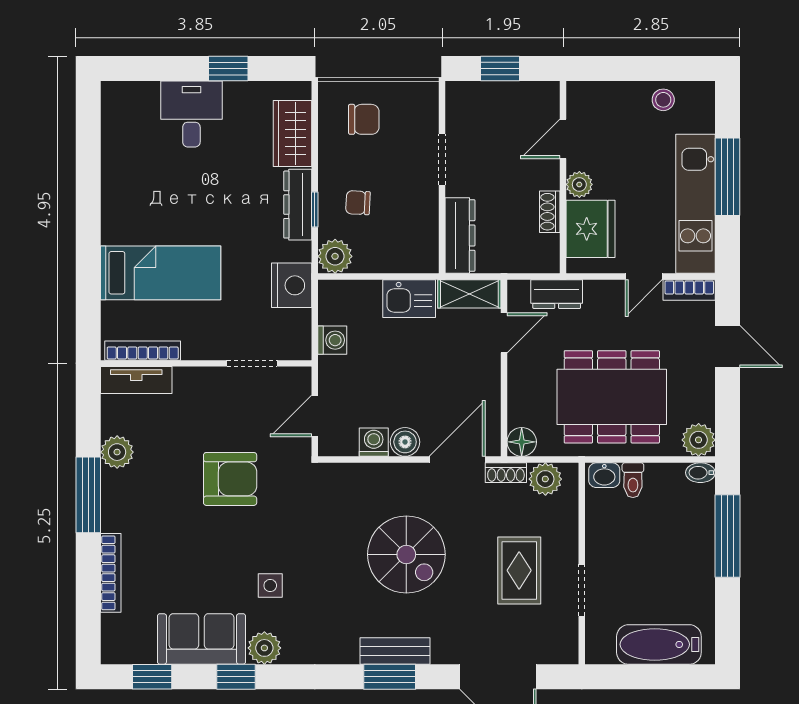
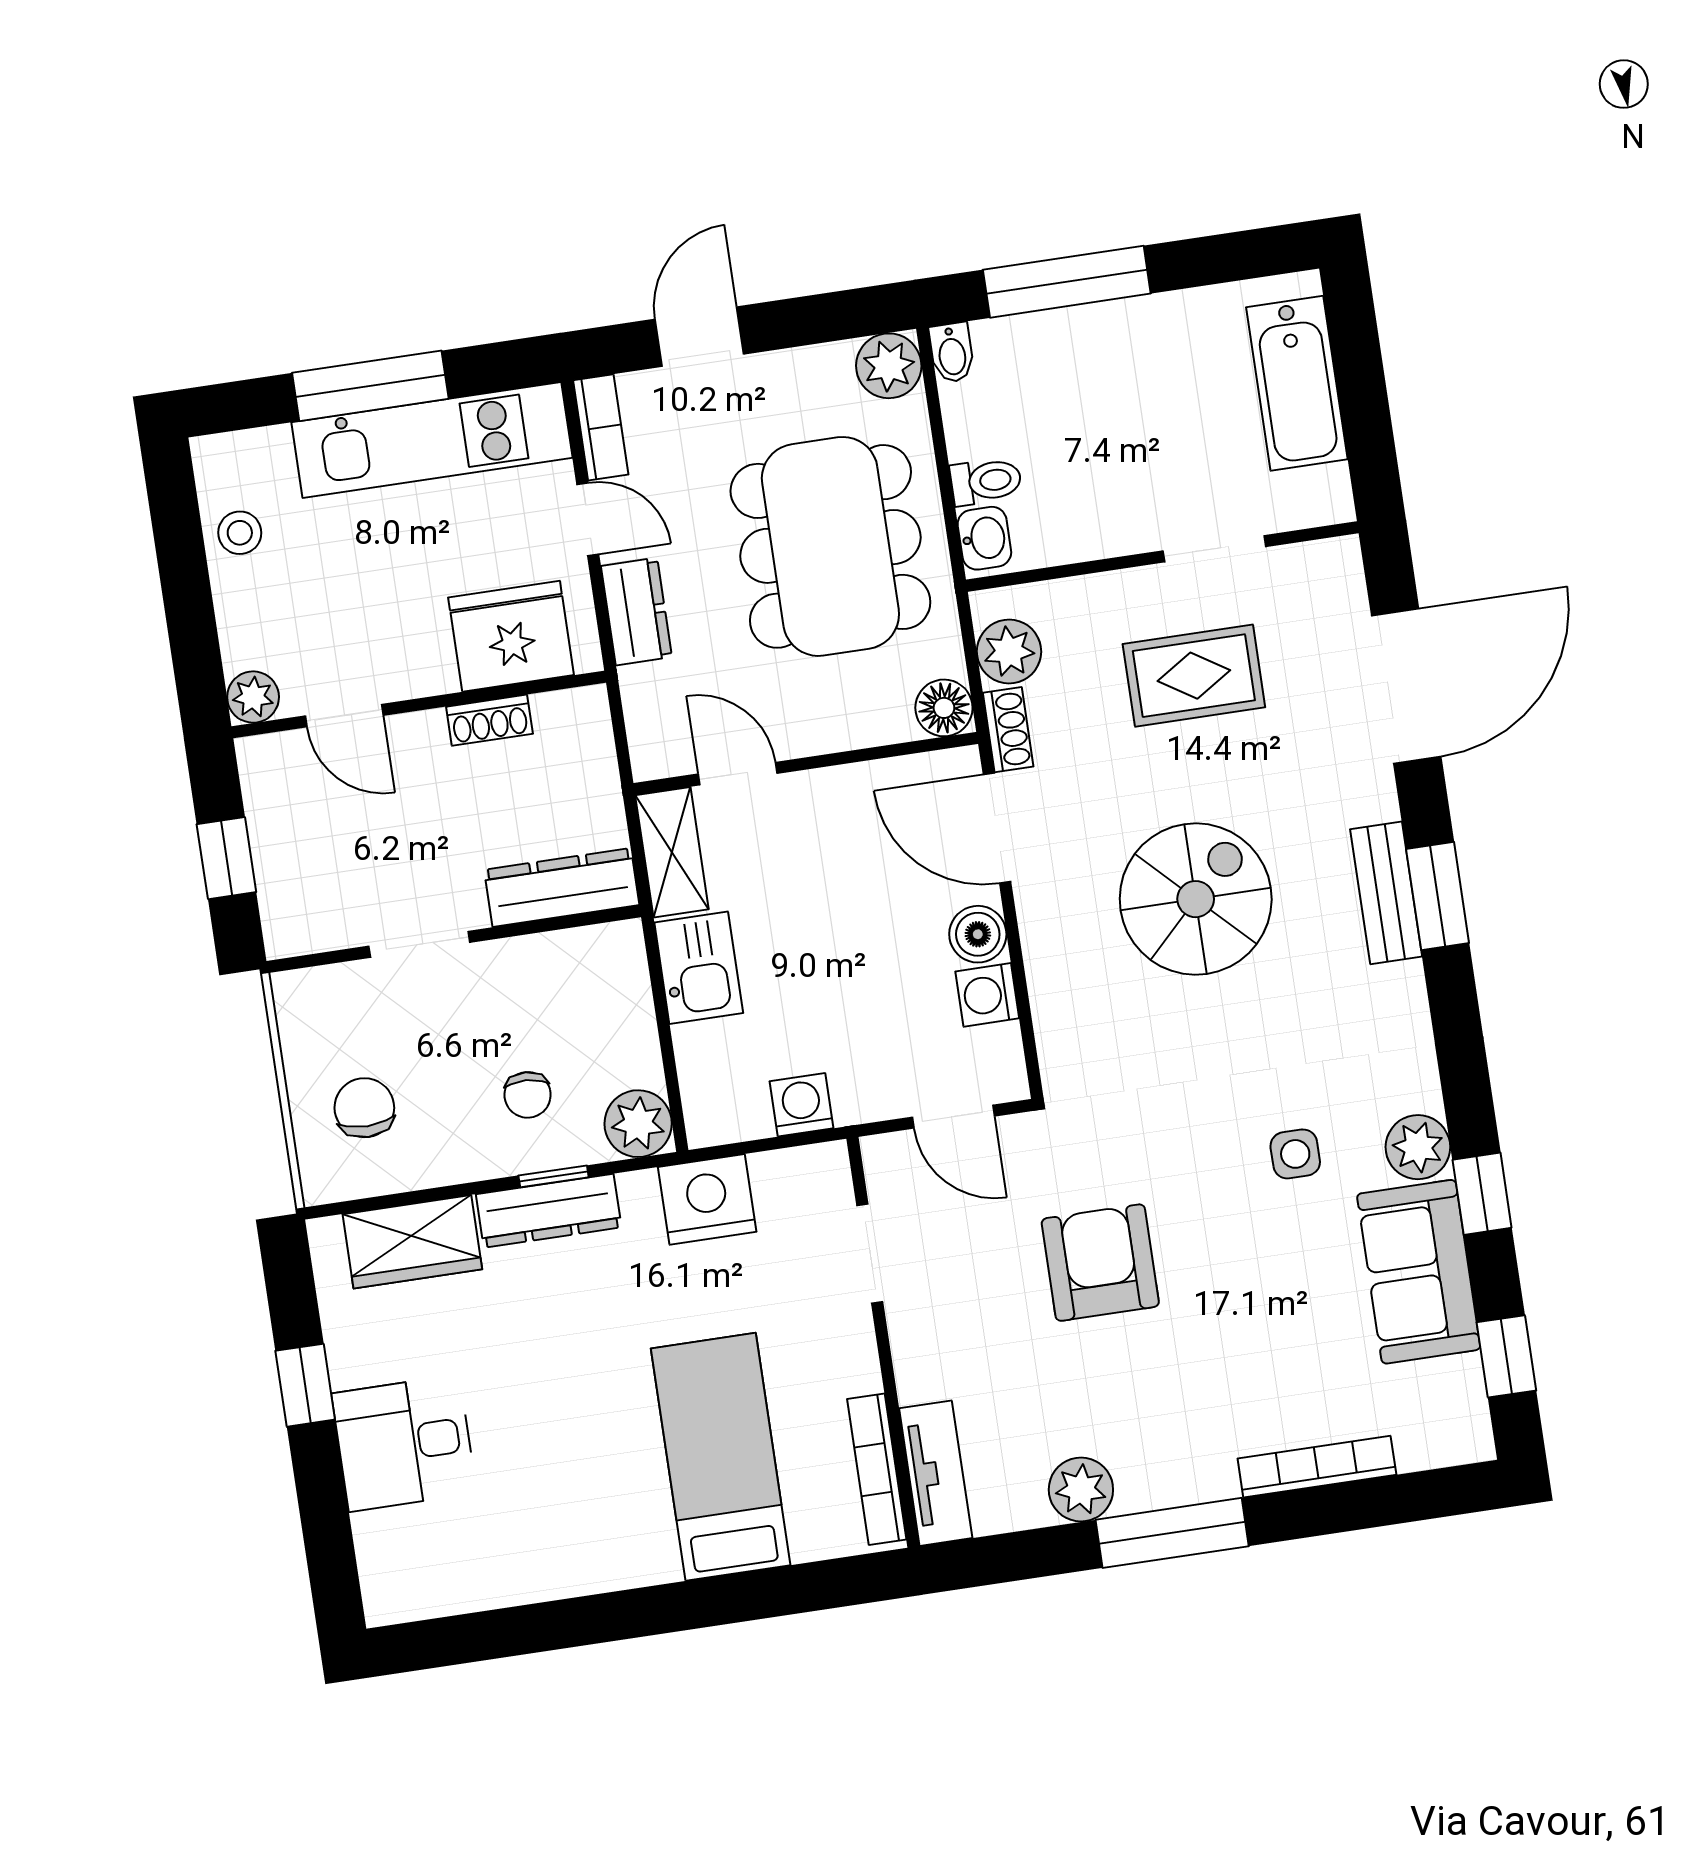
plant: (579, 184) -> (253, 697), moved
dresser: (557, 294) -> (636, 612), moved

